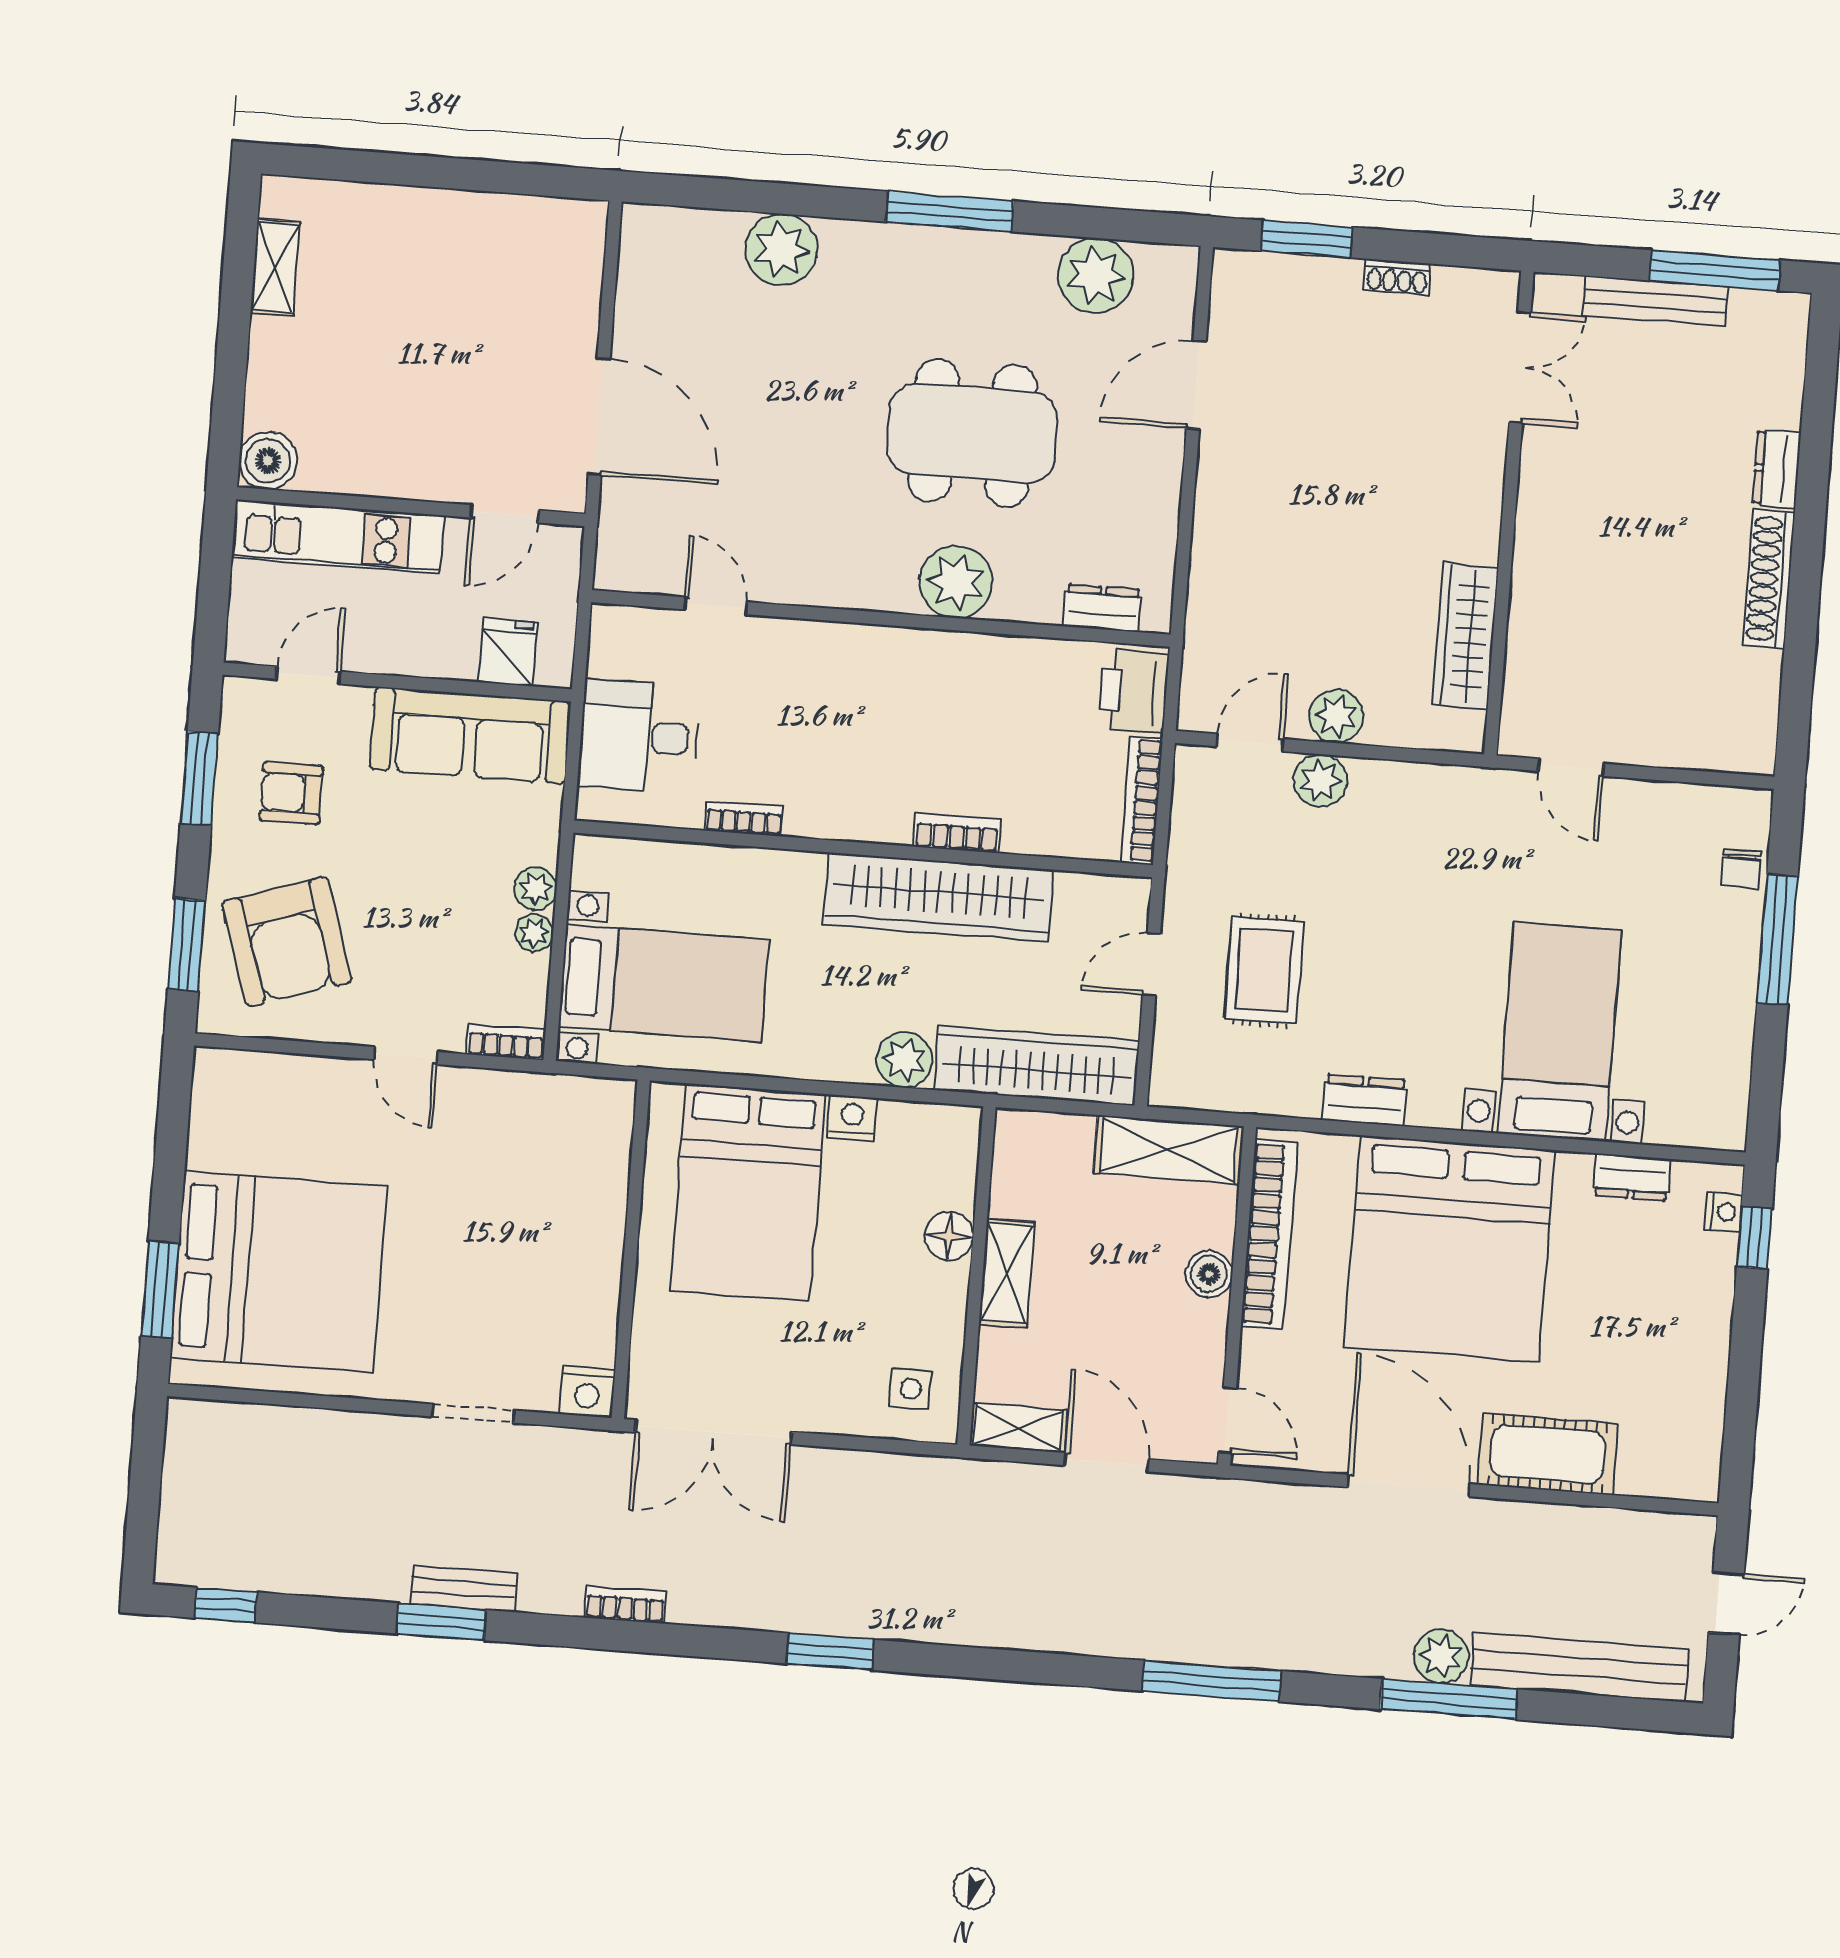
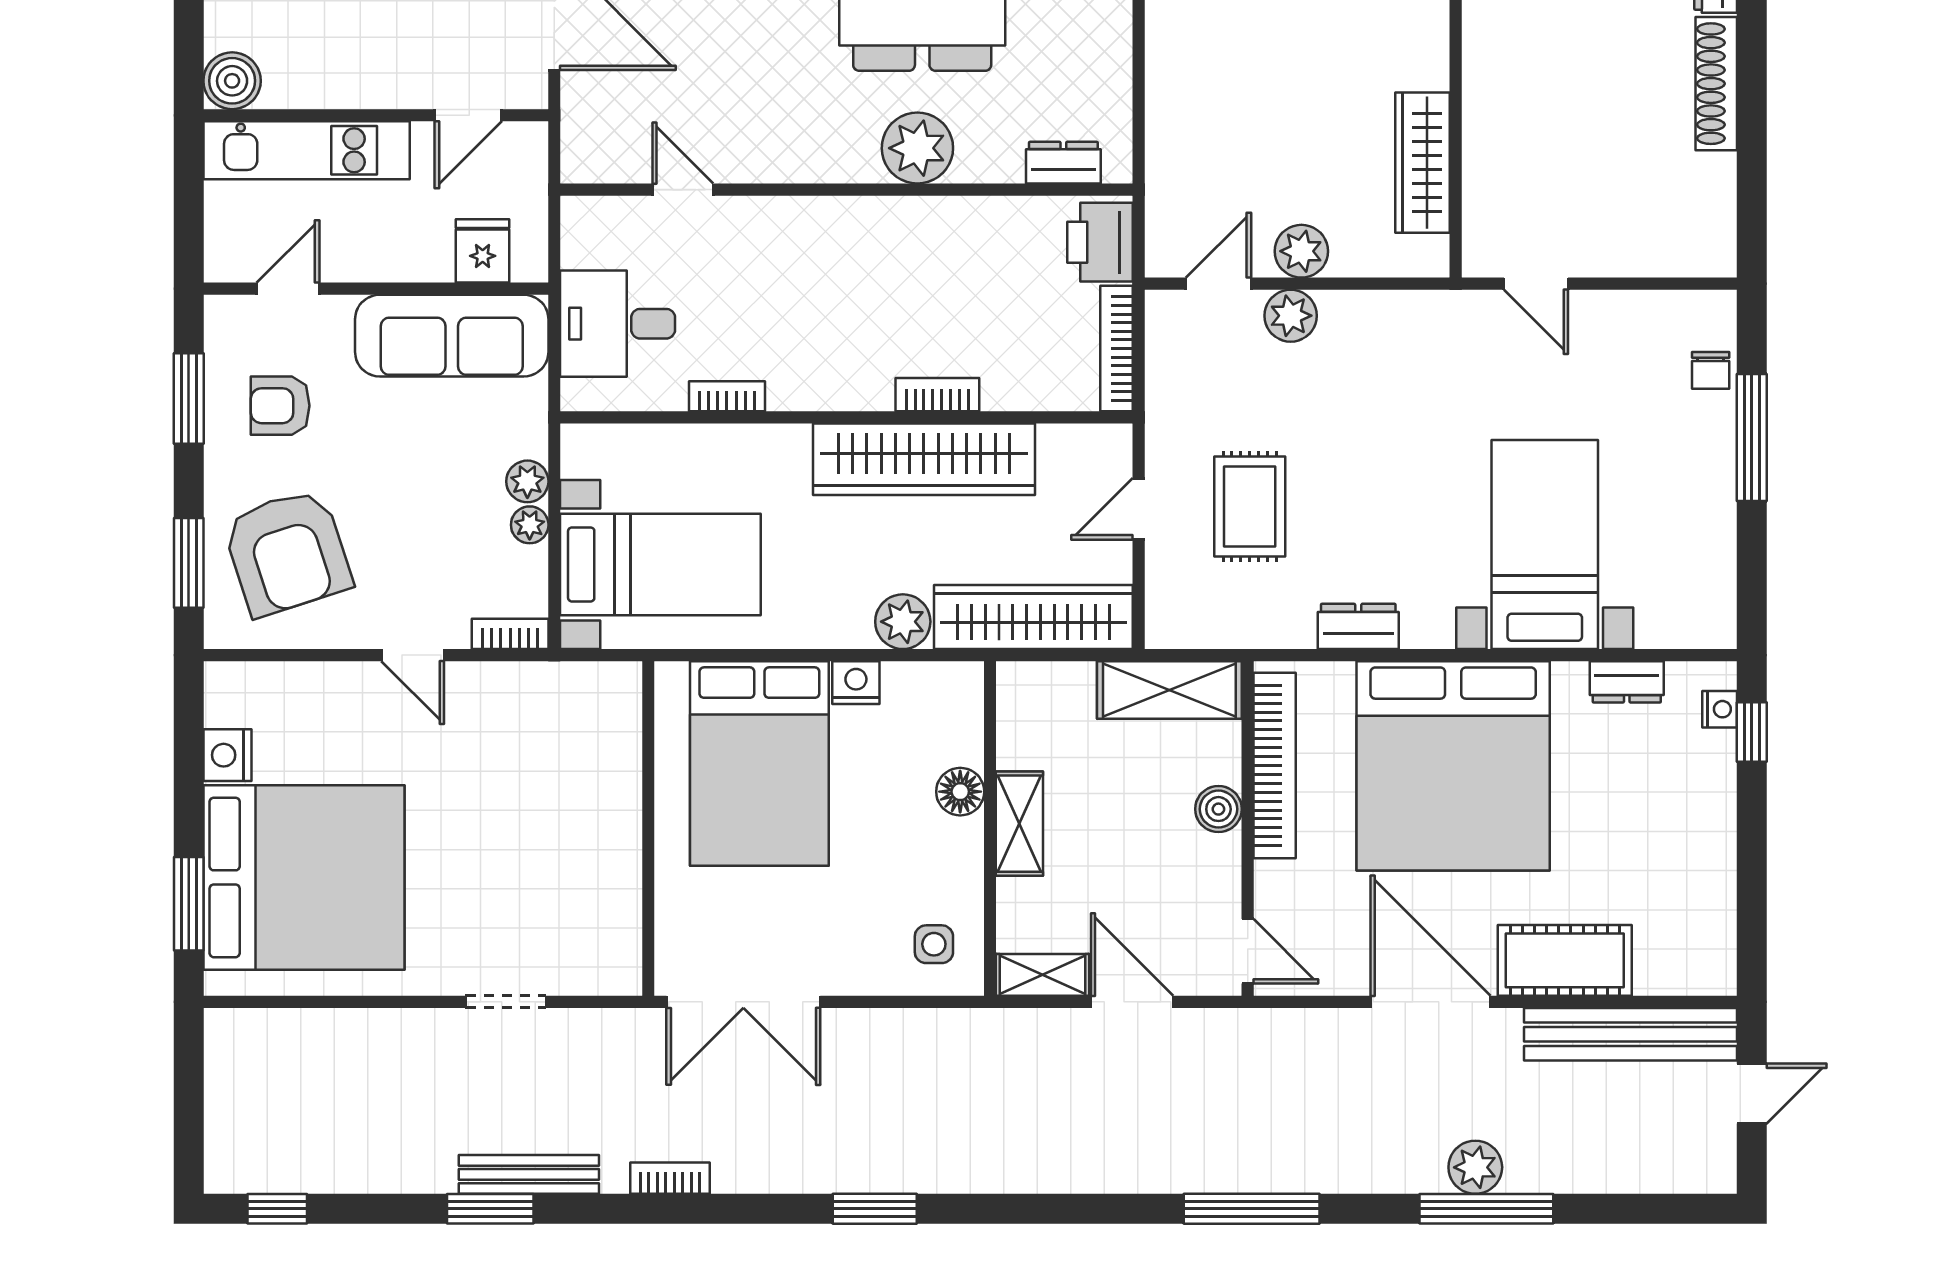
nightstand: (587, 1392) -> (227, 755), moved, turned 90
bench: (464, 1588) -> (529, 1174), width x1.36
bench: (1579, 1667) -> (1631, 1034), moved

